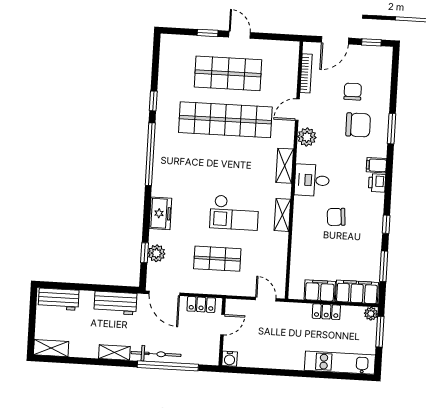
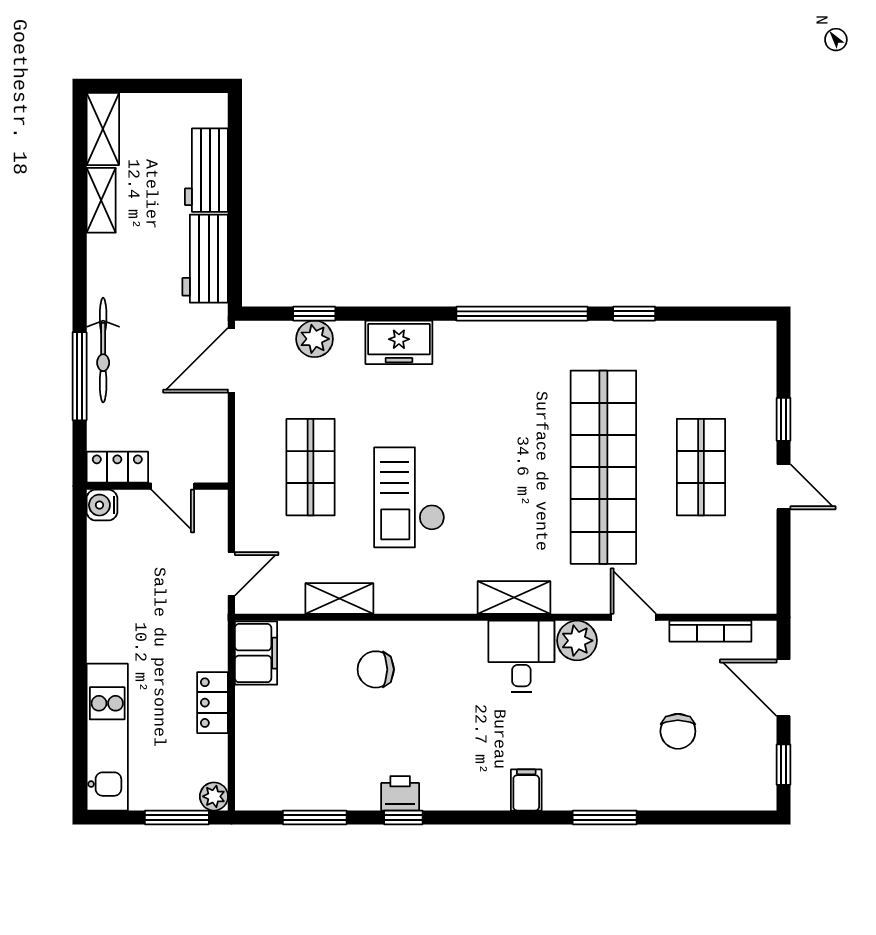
door: (240, 35) -> (784, 487), hinge flipped
shop shelf: (228, 73) -> (701, 467), width x0.70, depth x0.74
chair: (353, 92) -> (678, 731), turned 90
chair: (358, 125) -> (609, 747), removed
desk: (312, 180) -> (521, 656), moved
printer: (377, 183) -> (400, 793), moved
shelving: (282, 215) -> (339, 599), moved
chair: (336, 217) -> (376, 669), moved, turned -86
filing cabinet: (320, 291) -> (256, 653), moved
filing cabinet: (357, 292) -> (258, 764), removed
workbench: (59, 299) -> (206, 170), moved
locker: (201, 304) -> (117, 467), moved, turned 90
shelving: (114, 353) -> (101, 200), moved
window: (168, 366) -> (80, 376), width x0.68

